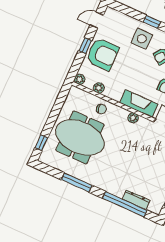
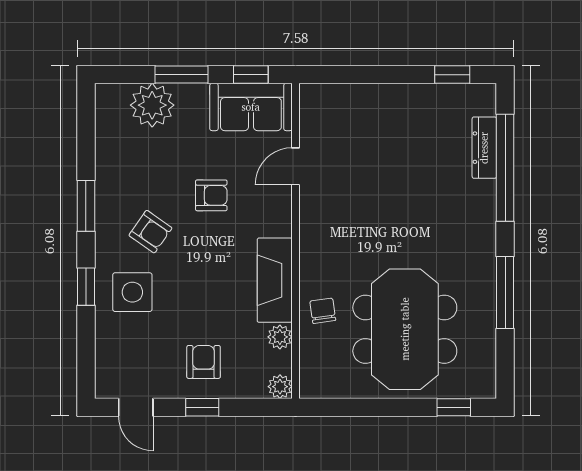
armchair: (102, 54) -> (204, 362), width x0.53, depth x0.53
fireplace: (139, 104) -> (275, 280), moved
plant: (133, 118) -> (311, 234), removed

